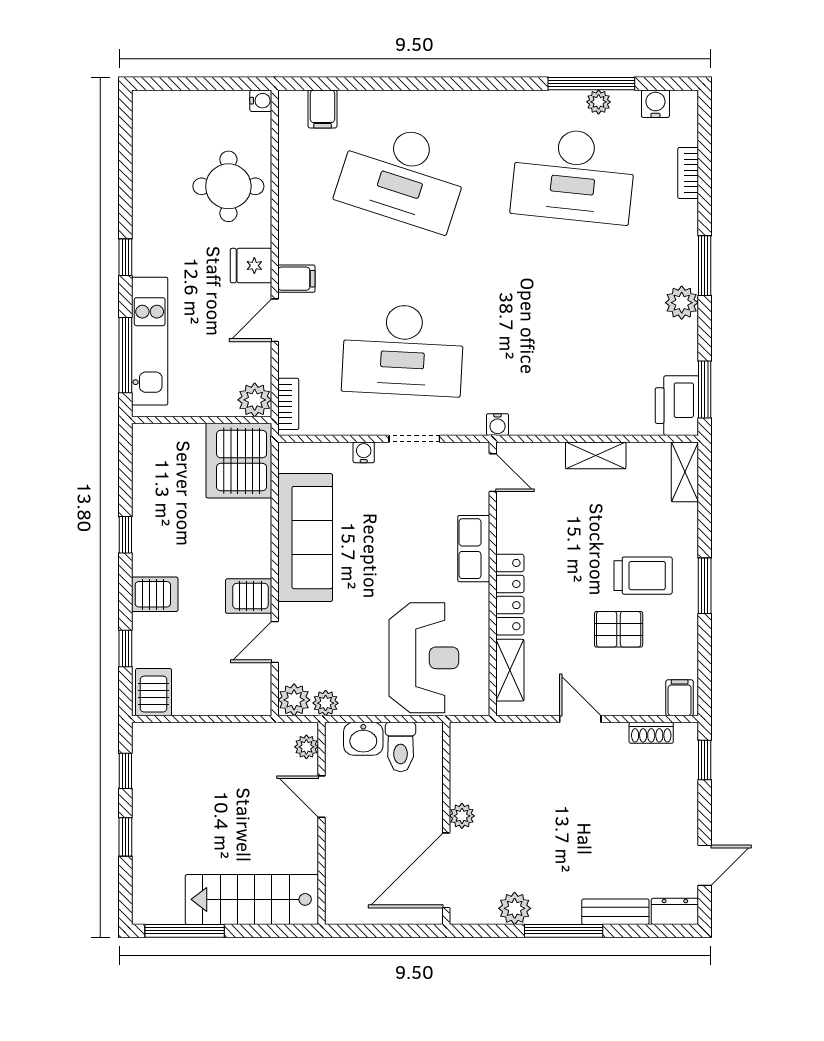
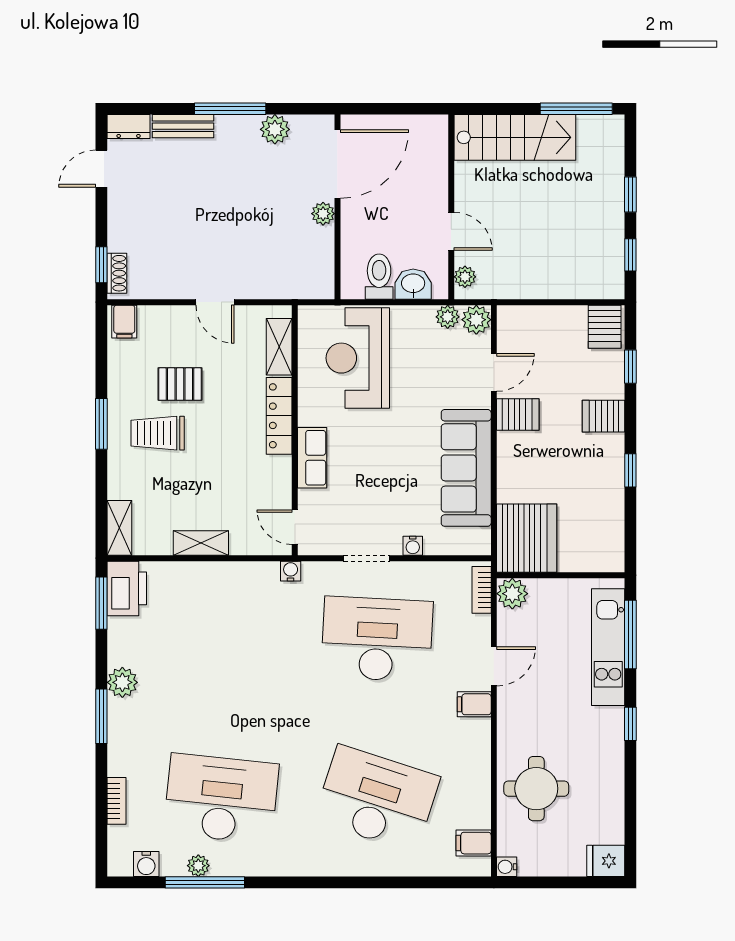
filing cabinet: (322, 109) -> (474, 843), moved, turned -90
fridge: (251, 266) -> (606, 861), moved, turned 180
shoe rack: (651, 733) -> (117, 273), moved, turned 90

